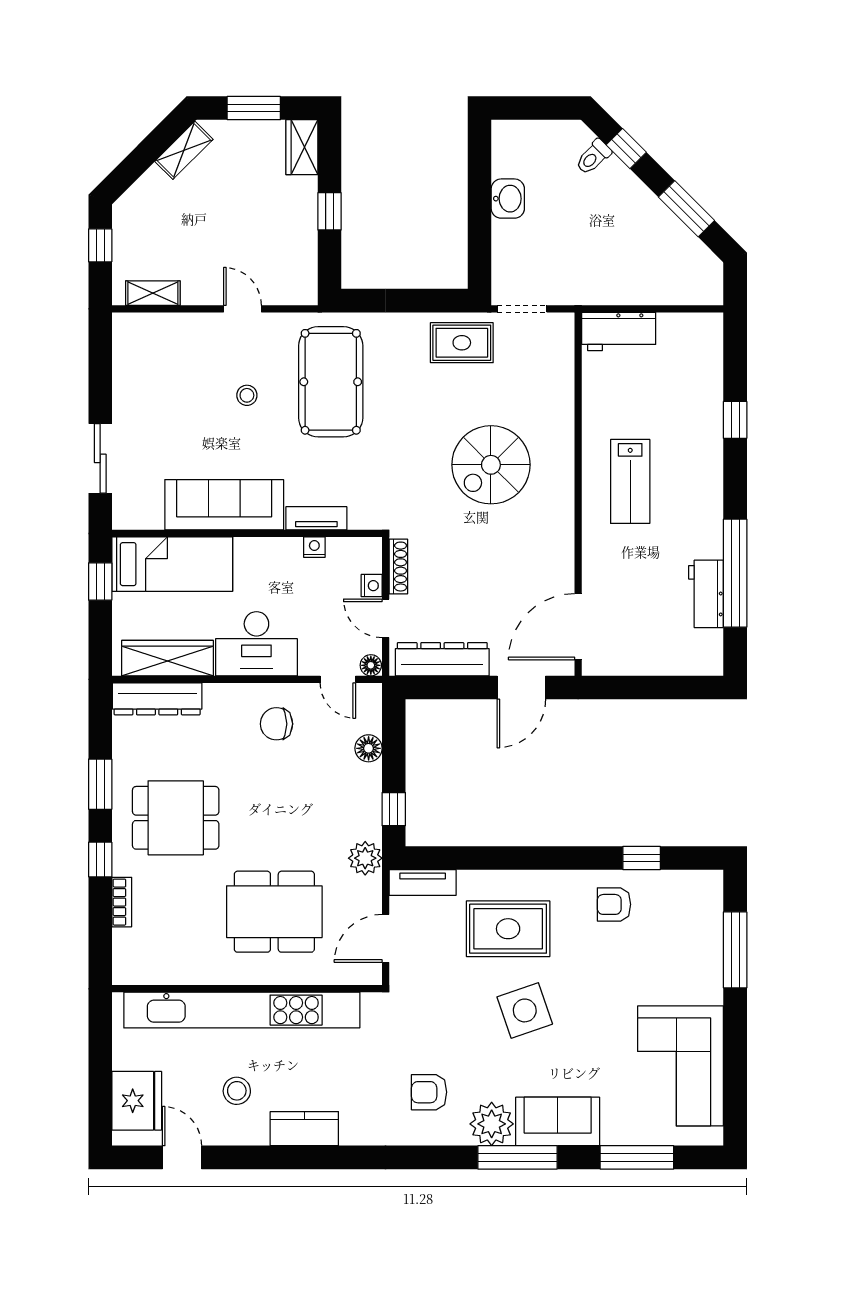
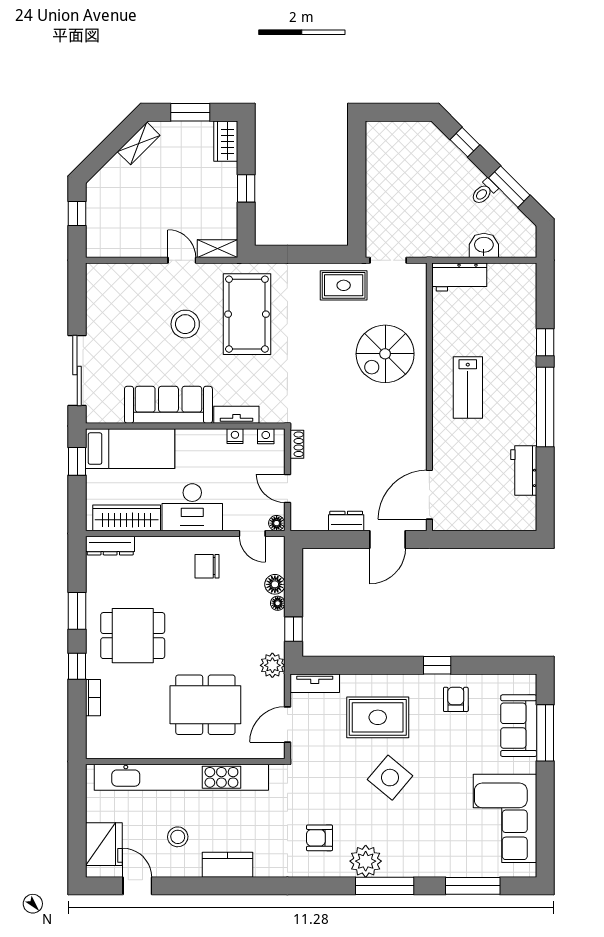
toilet: (593, 157) -> (484, 192), moved
washbasin: (508, 199) -> (484, 245), moved, turned -90
shelving: (153, 293) -> (217, 249), moved
stool: (247, 395) -> (185, 324), width x1.89, depth x1.89
sliding door: (100, 458) -> (77, 371), width x1.37
spiral stairs: (491, 465) -> (385, 354), moved
shoe rack: (398, 567) -> (297, 444), width x0.70
window: (735, 573) -> (545, 407), moved
nightstand: (372, 586) -> (266, 436), moved, turned -90
dresser: (442, 659) -> (346, 521), width x0.51, depth x0.80
dresser: (157, 699) -> (110, 546), width x0.73, depth x0.80
floor lamp: (372, 774) -> (278, 603), added
window: (642, 858) -> (437, 665), moved
armchair: (614, 904) -> (456, 699), turned 90
side table: (525, 1010) -> (390, 778), turned -31
sofa: (558, 1121) -> (519, 726), moved, turned -90

